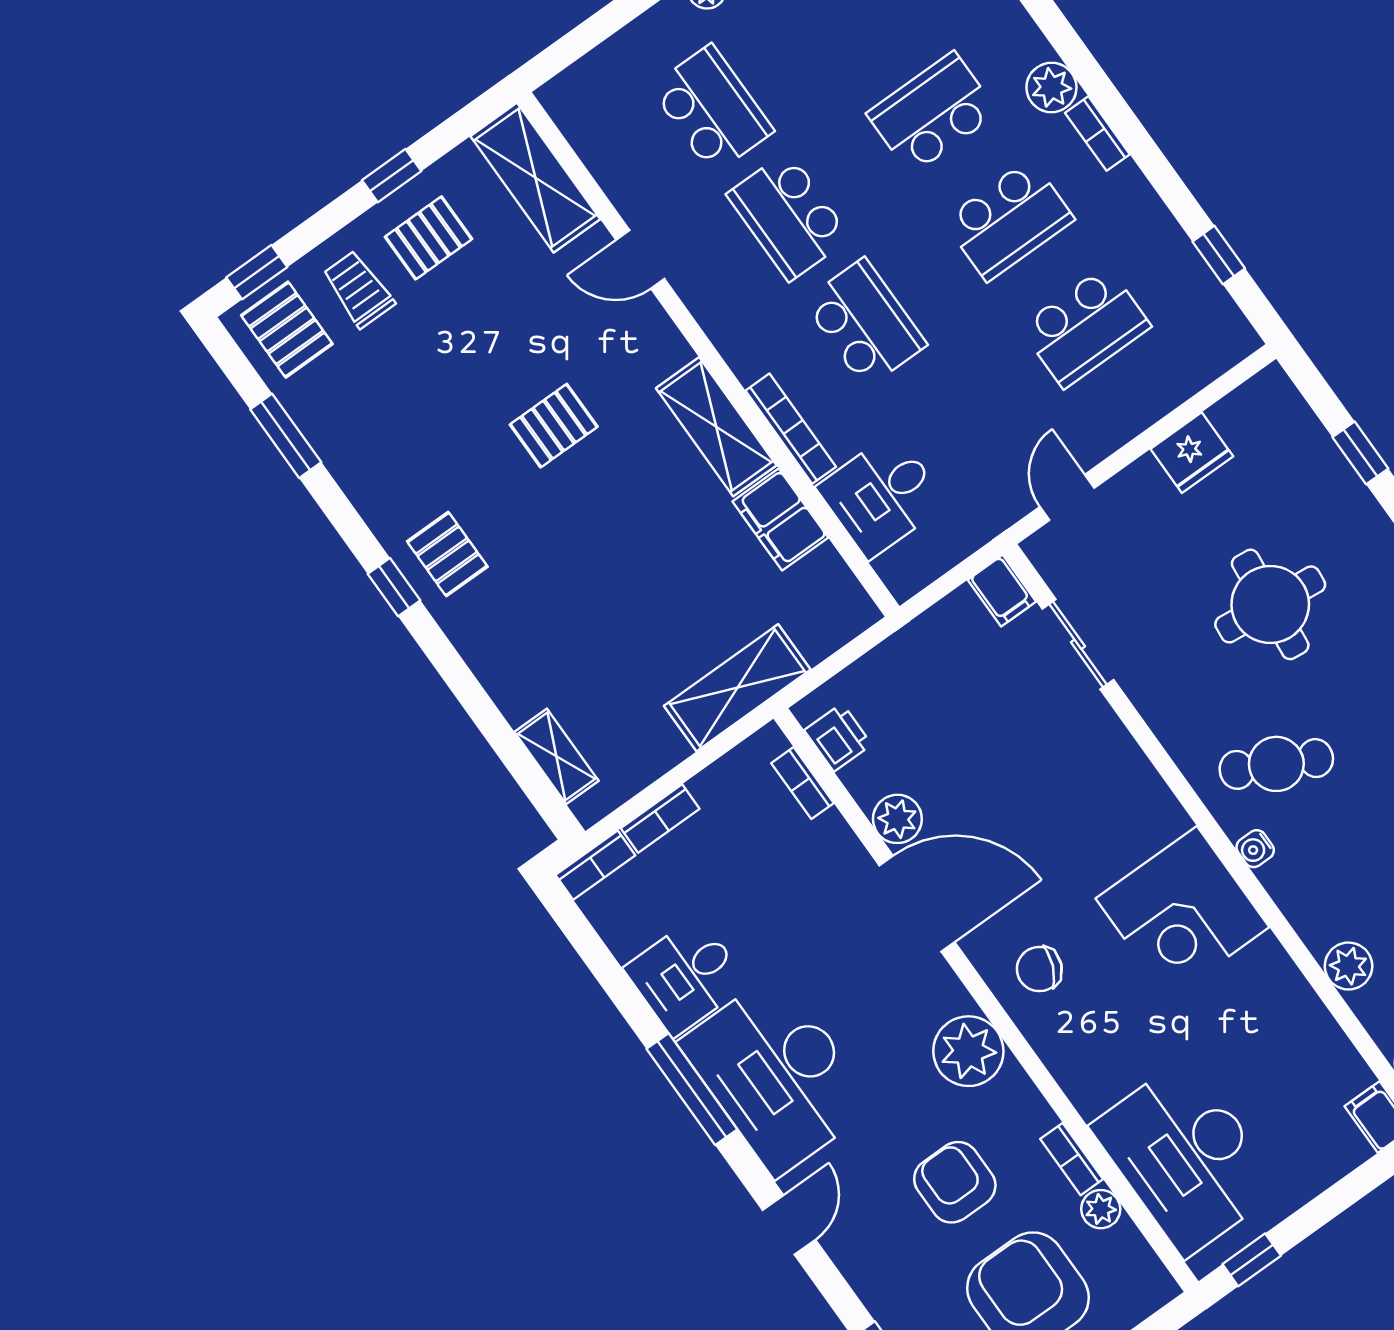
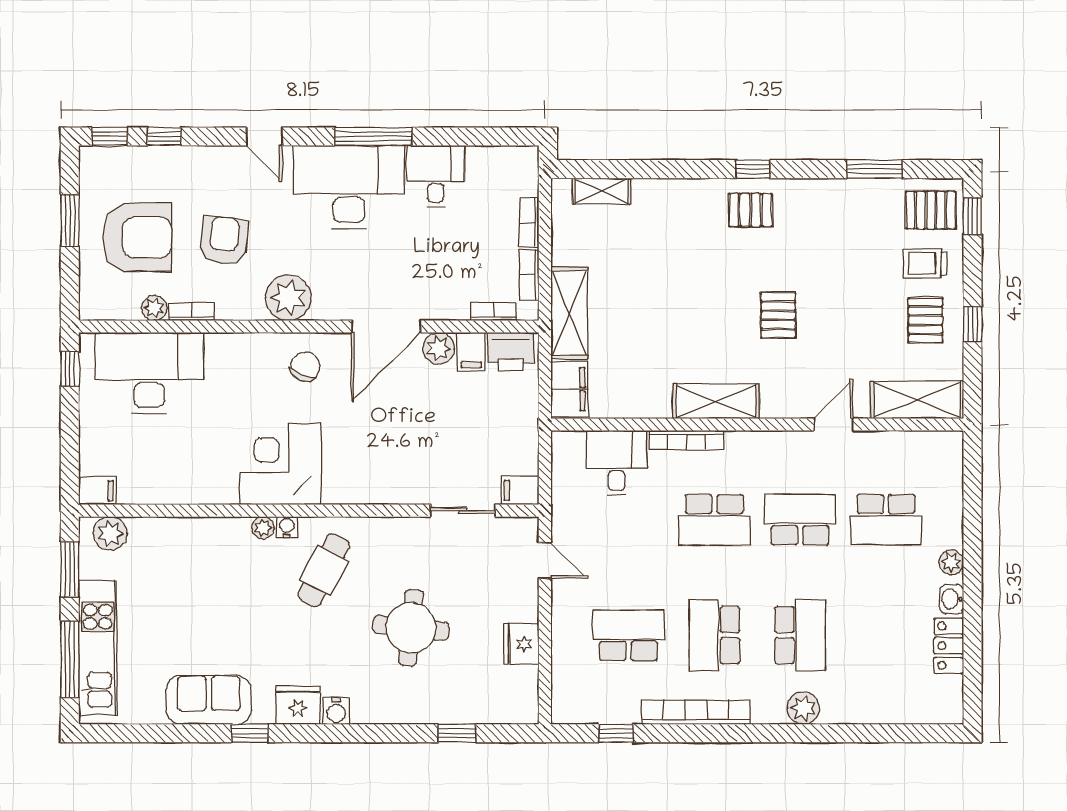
plant: (1051, 87) -> (803, 708), moved
bookcase: (1097, 134) -> (696, 712), width x2.31, depth x1.31
trolley: (358, 289) -> (925, 263), turned 180
school desk: (1085, 327) -> (628, 635), turned 90
filing cabinet: (780, 520) -> (569, 389), moved, turned 90
printer: (838, 737) -> (511, 351), width x1.36, depth x1.24
filing cabinet: (872, 776) -> (471, 351), added
bookcase: (595, 865) -> (529, 275), moved
plant: (1349, 966) -> (263, 528), moved, width x0.73, depth x0.73
armchair: (955, 1182) -> (224, 241), turned -83

